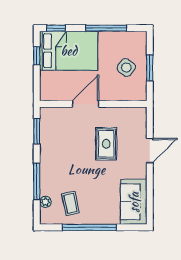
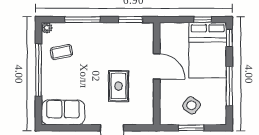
rug: (106, 144) -> (118, 86), turned 90
plant: (45, 202) -> (47, 28), moved

